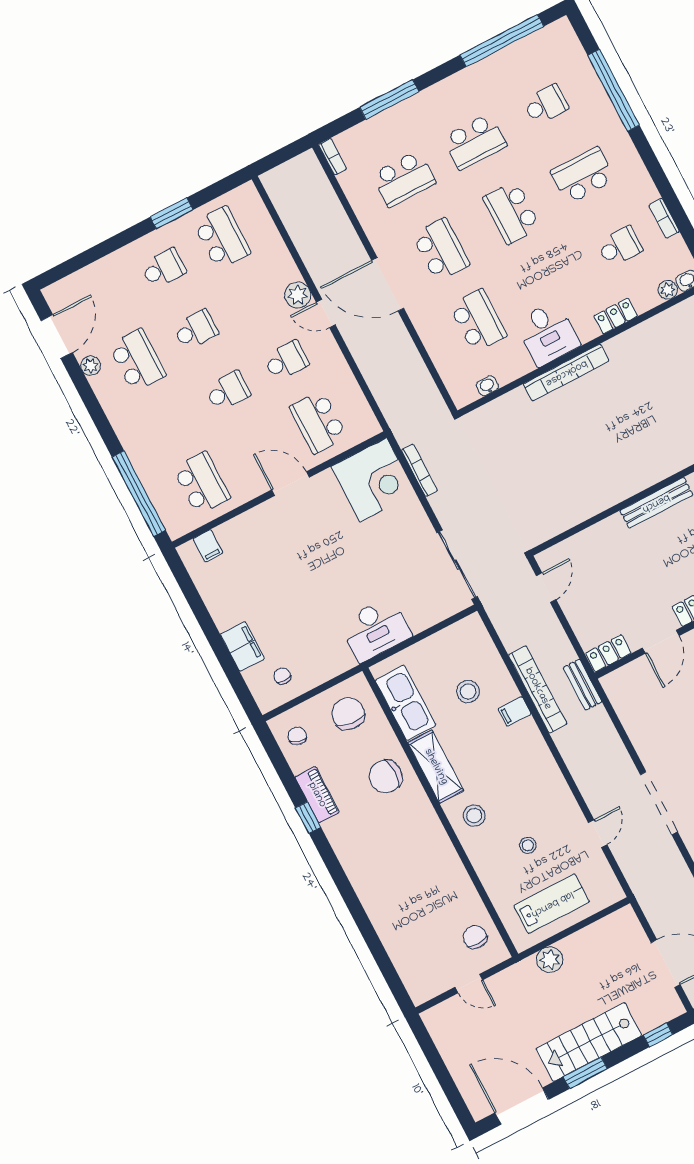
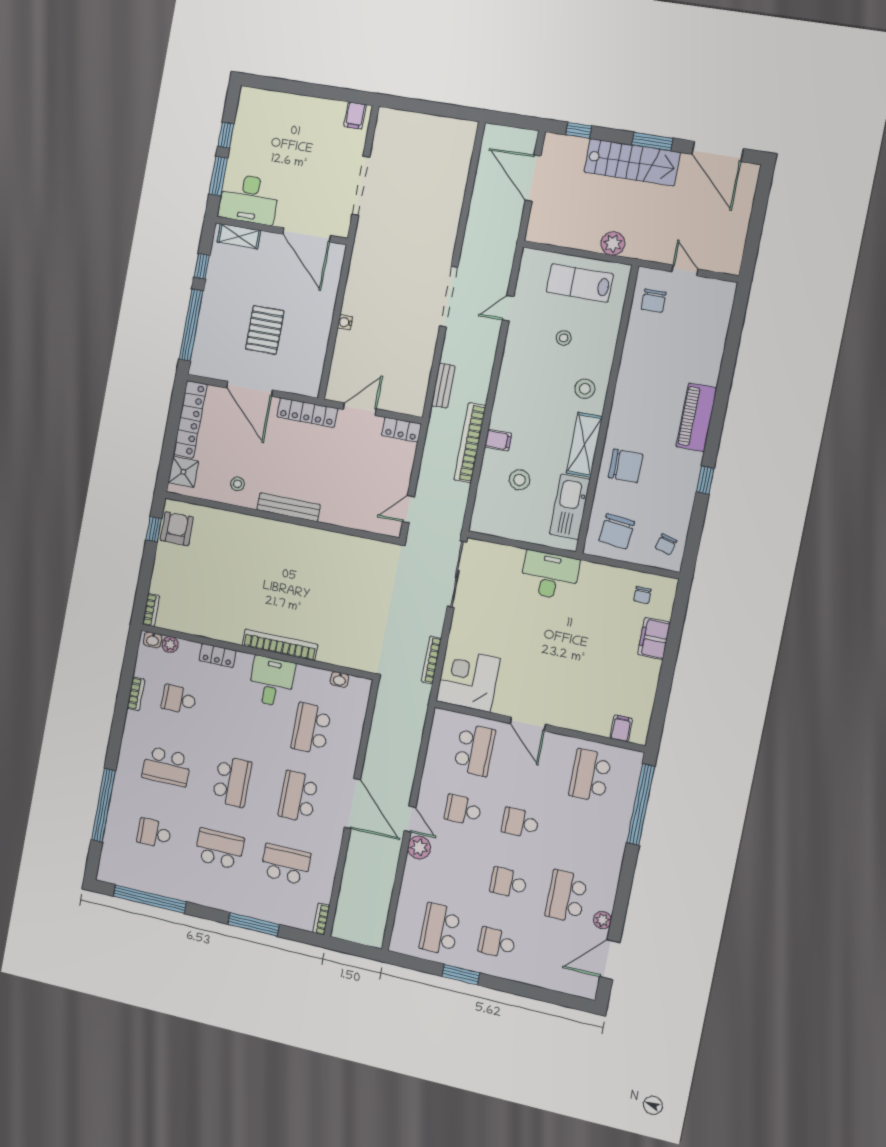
bench: (583, 685) -> (443, 386), moved
piano: (317, 795) -> (696, 417), moved, width x1.37, depth x1.33

